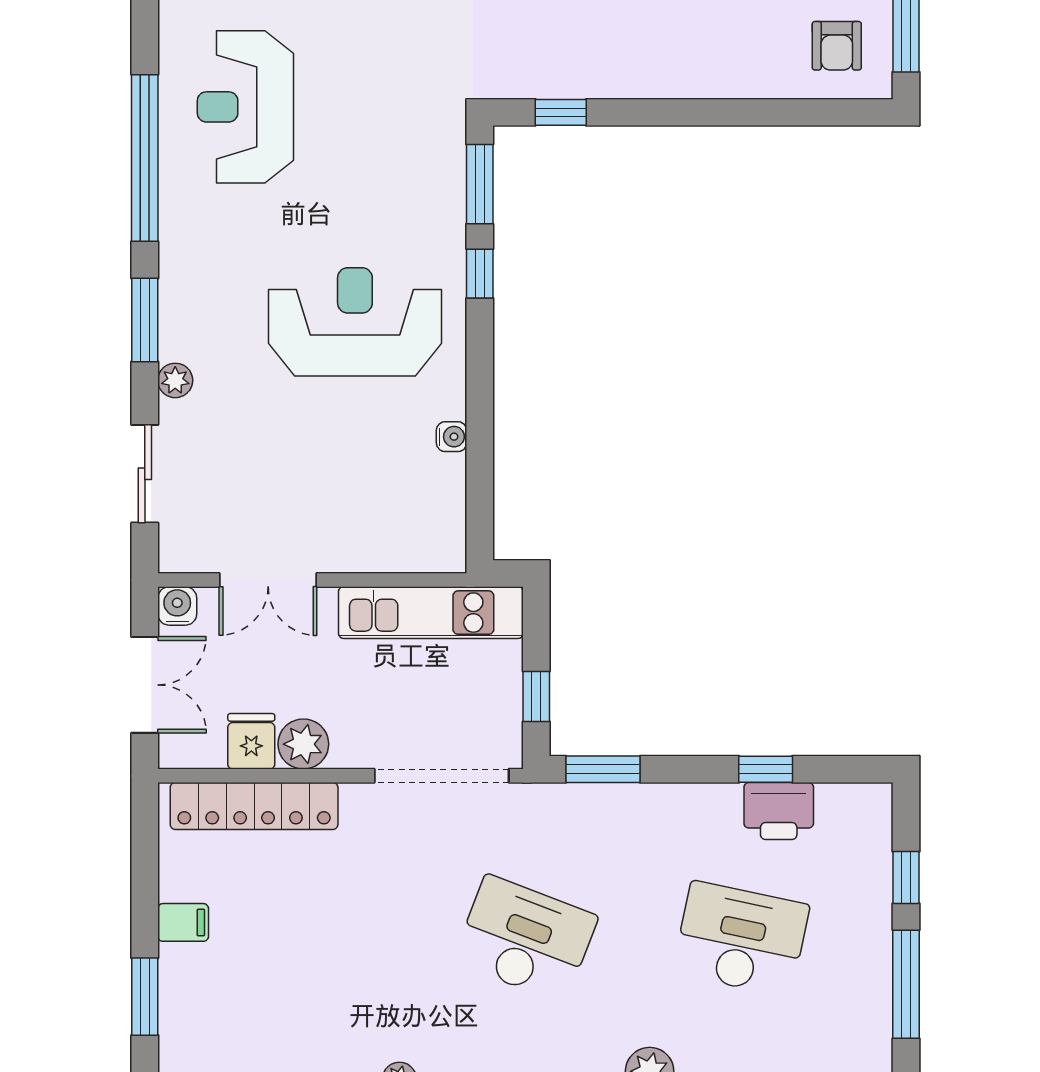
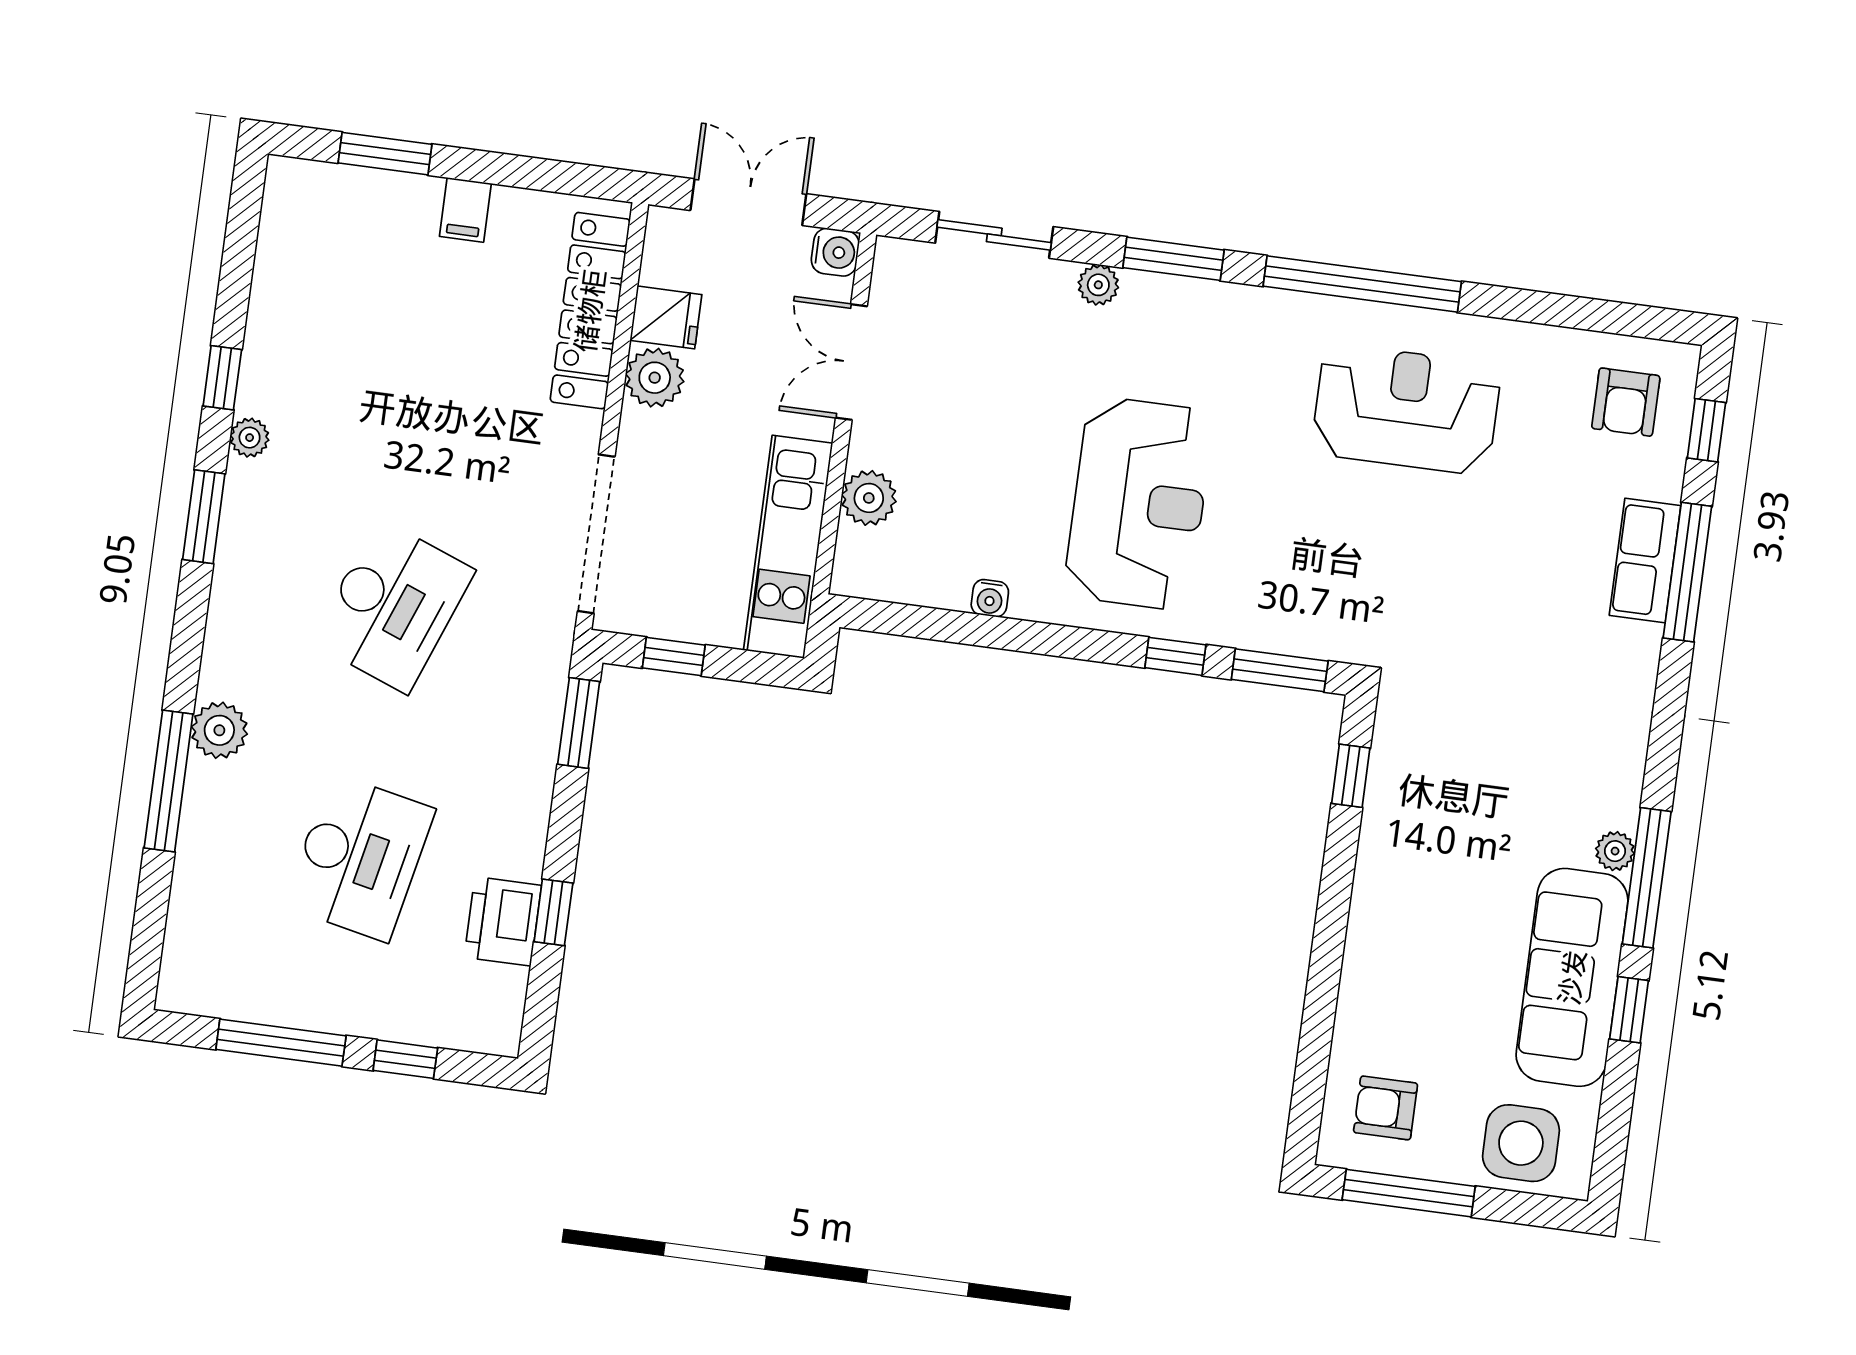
plant: (381, 550) -> (869, 498), added
double door: (145, 685) -> (748, 202), swing flipped

